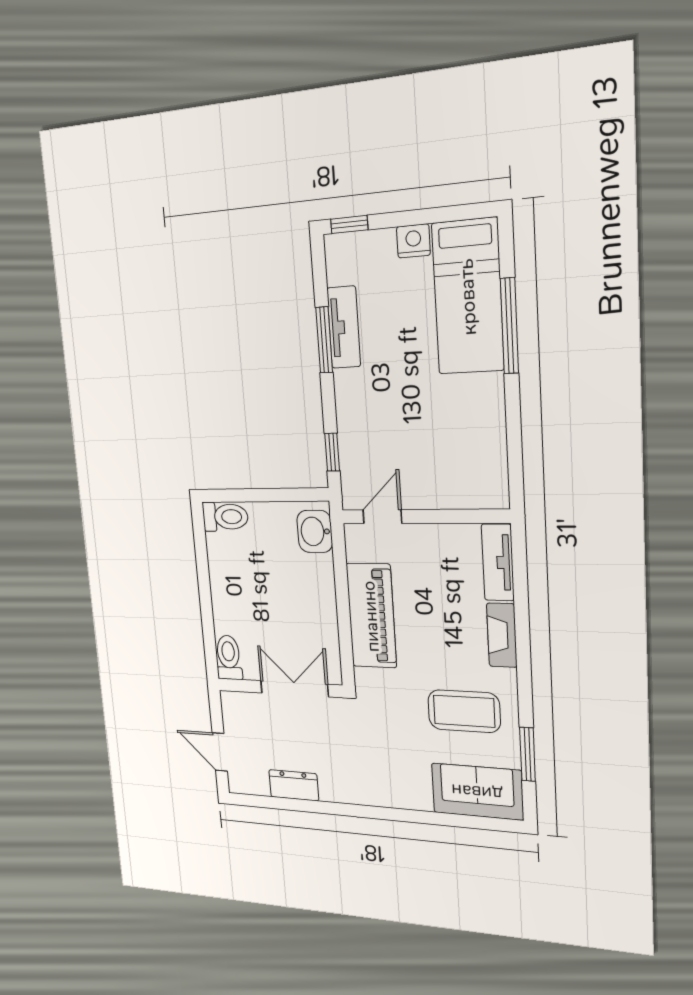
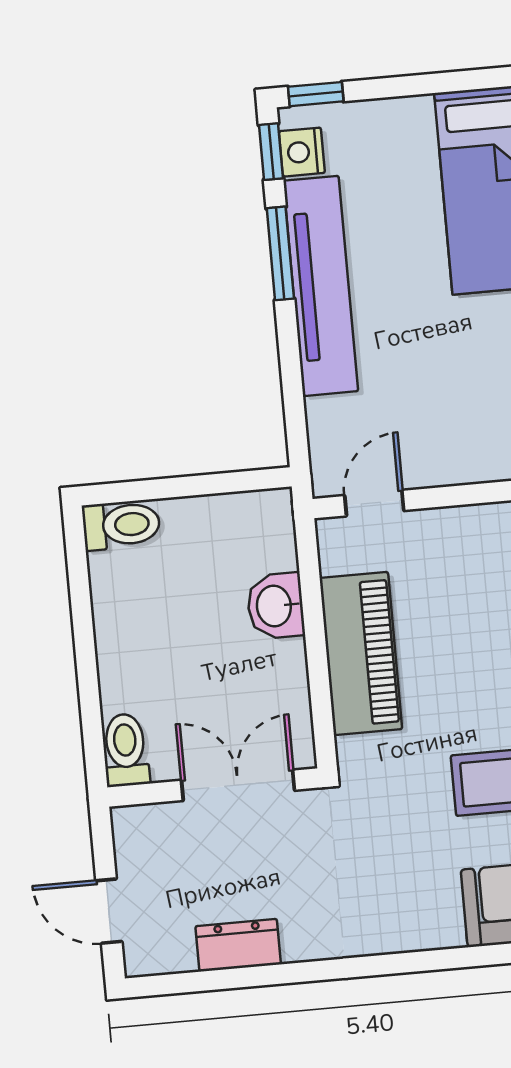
nightstand: (413, 241) -> (302, 152), moved, turned -90
tv unit: (344, 327) -> (321, 286), width x1.92, depth x1.29
window: (332, 452) -> (271, 152), moved
washbasin: (315, 531) -> (276, 606), moved

